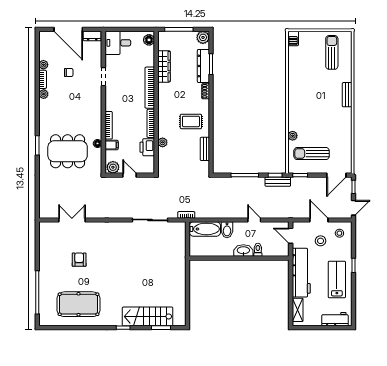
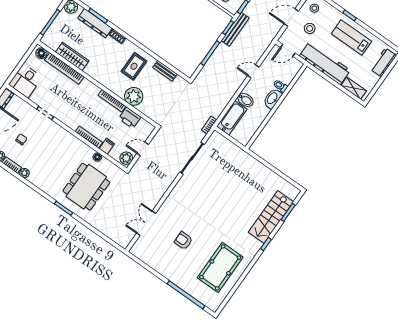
bookcase: (150, 88) -> (64, 68), moved
plant: (163, 142) -> (134, 96), width x1.88, depth x1.88
bench: (278, 182) -> (235, 29), width x1.36

